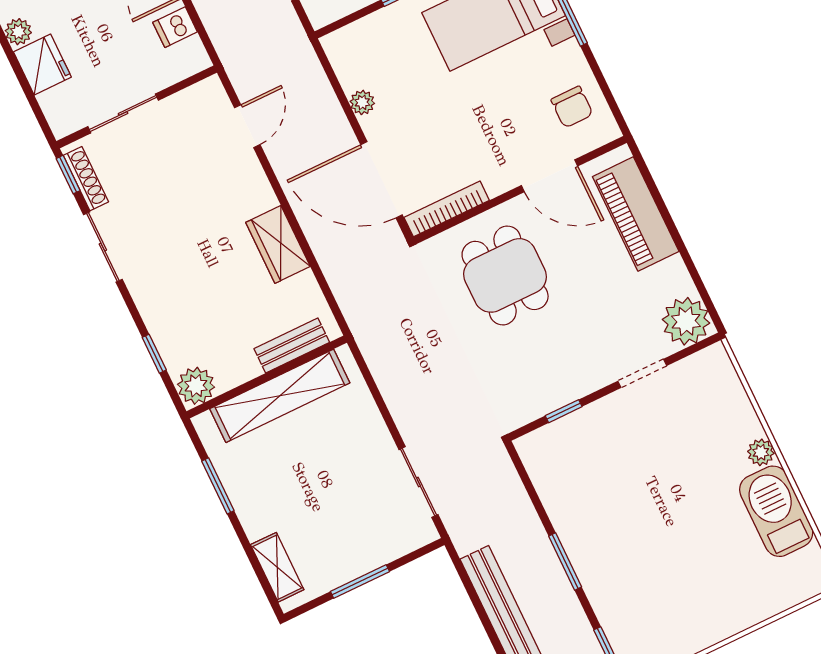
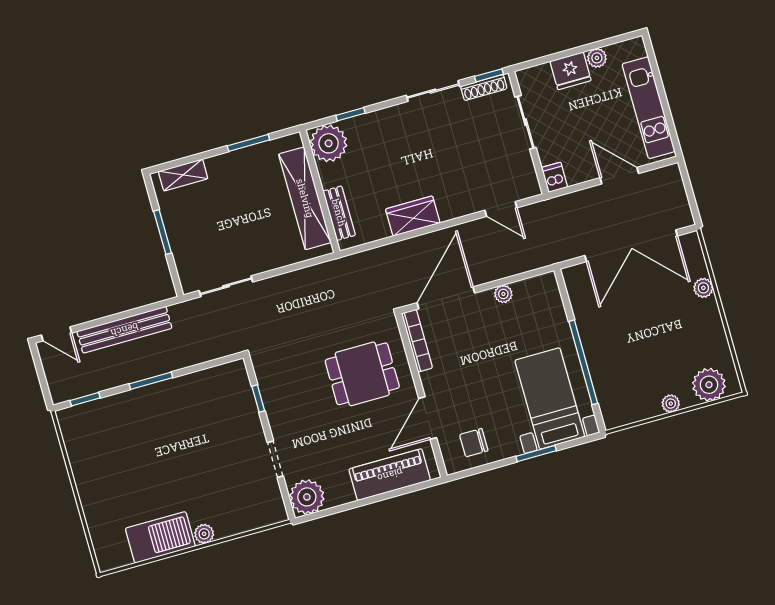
dishwasher: (175, 27) -> (555, 177), moved
plant: (196, 386) -> (329, 143), width x1.36, depth x1.36

